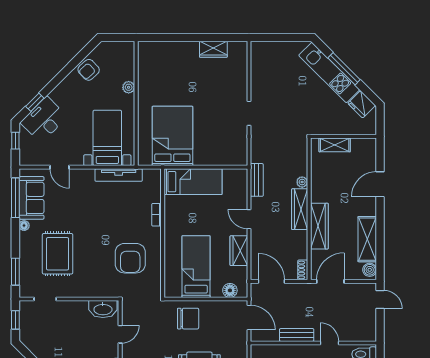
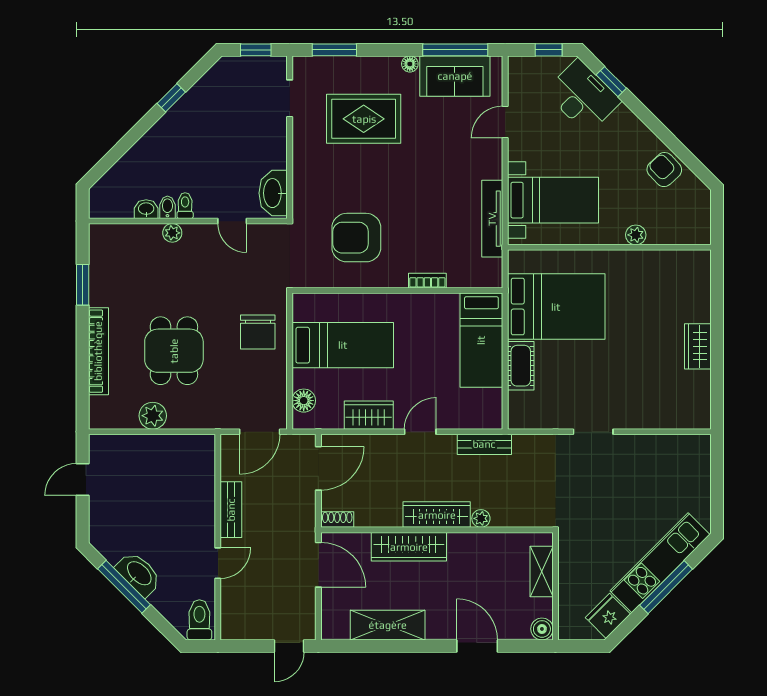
wardrobe: (213, 49) -> (698, 346), moved
cot: (209, 158) -> (521, 366), added
boiler: (370, 270) -> (542, 629), moved

